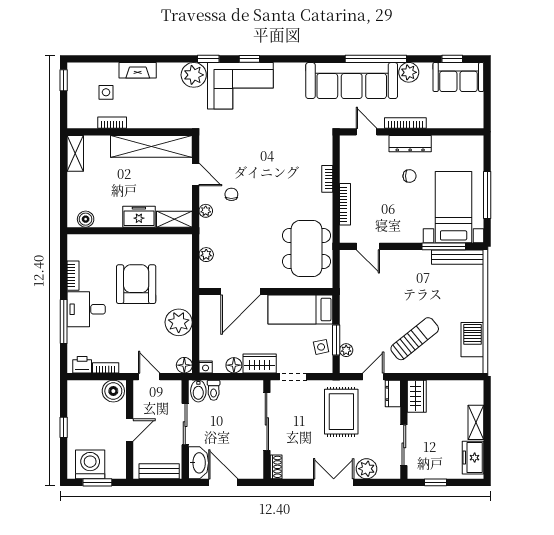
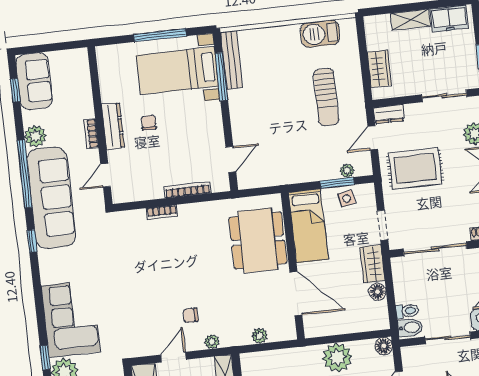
window: (249, 59) -> (32, 241), moved
bookcase: (405, 123) -> (91, 134), width x0.64
dining table: (306, 248) -> (258, 240), moved, turned 90
sun lounger: (415, 339) -> (326, 97), turned -141
nightstand: (206, 367) -> (383, 323), removed
door: (373, 377) -> (373, 138), hinge flipped
wardrobe: (417, 396) -> (379, 69), moved, turned 90

